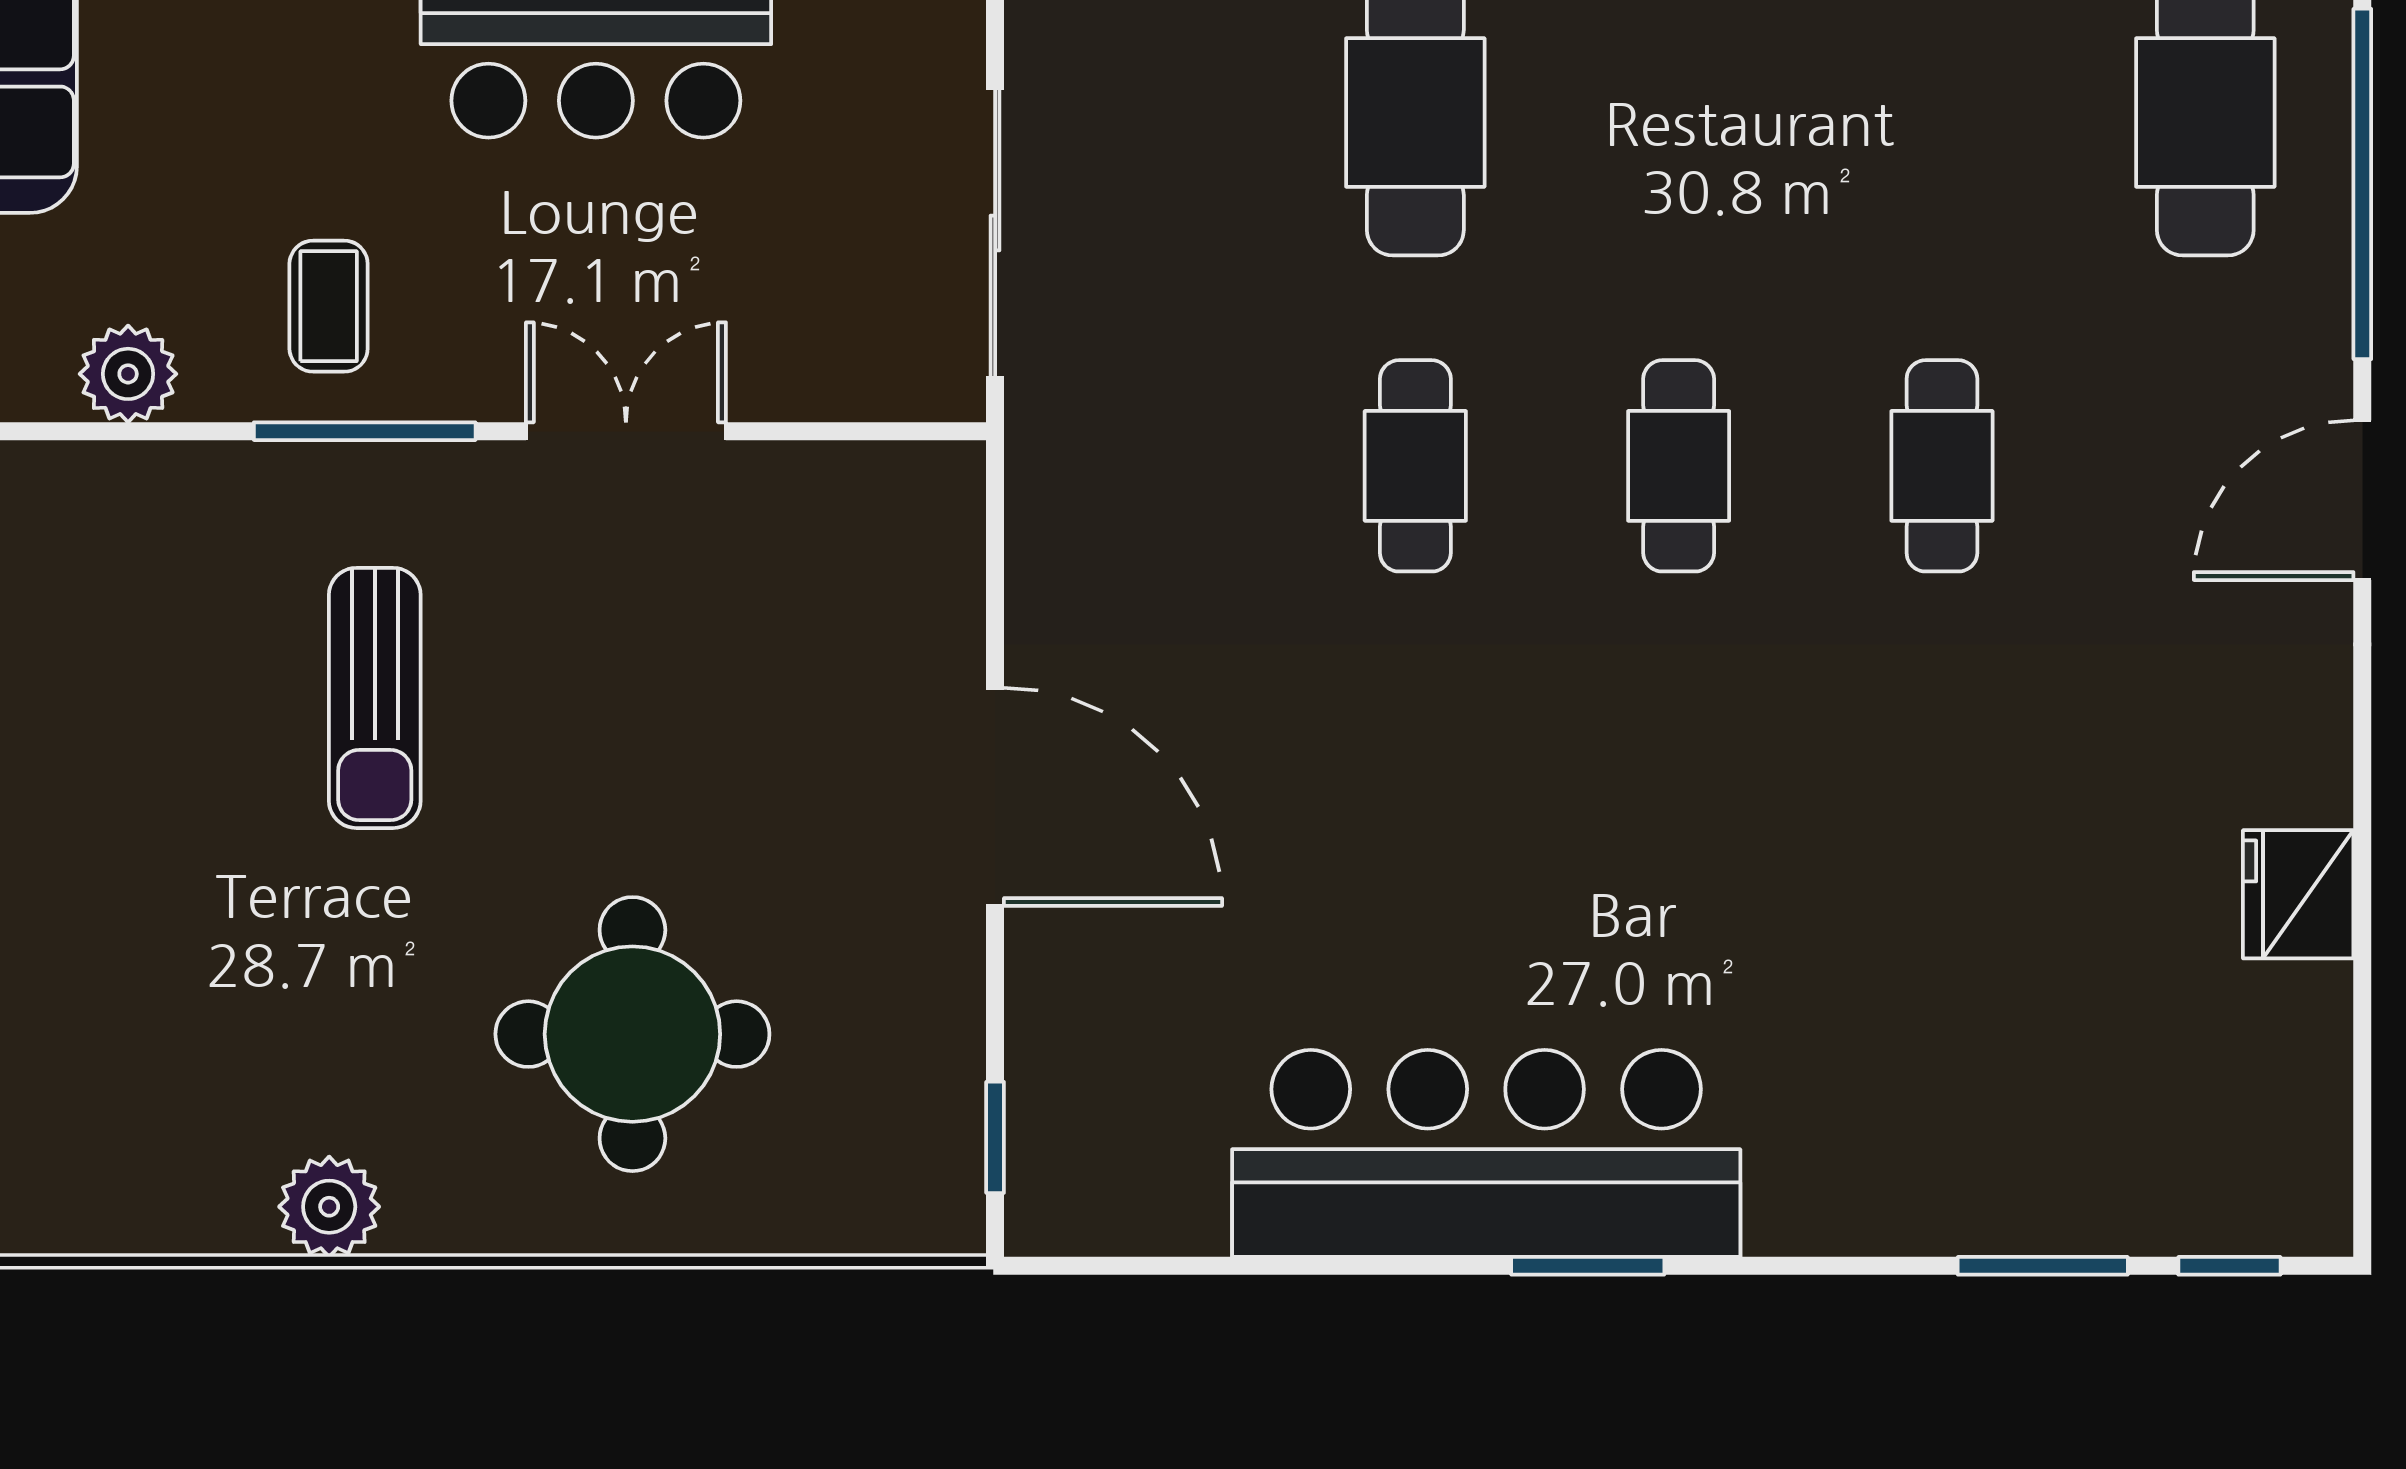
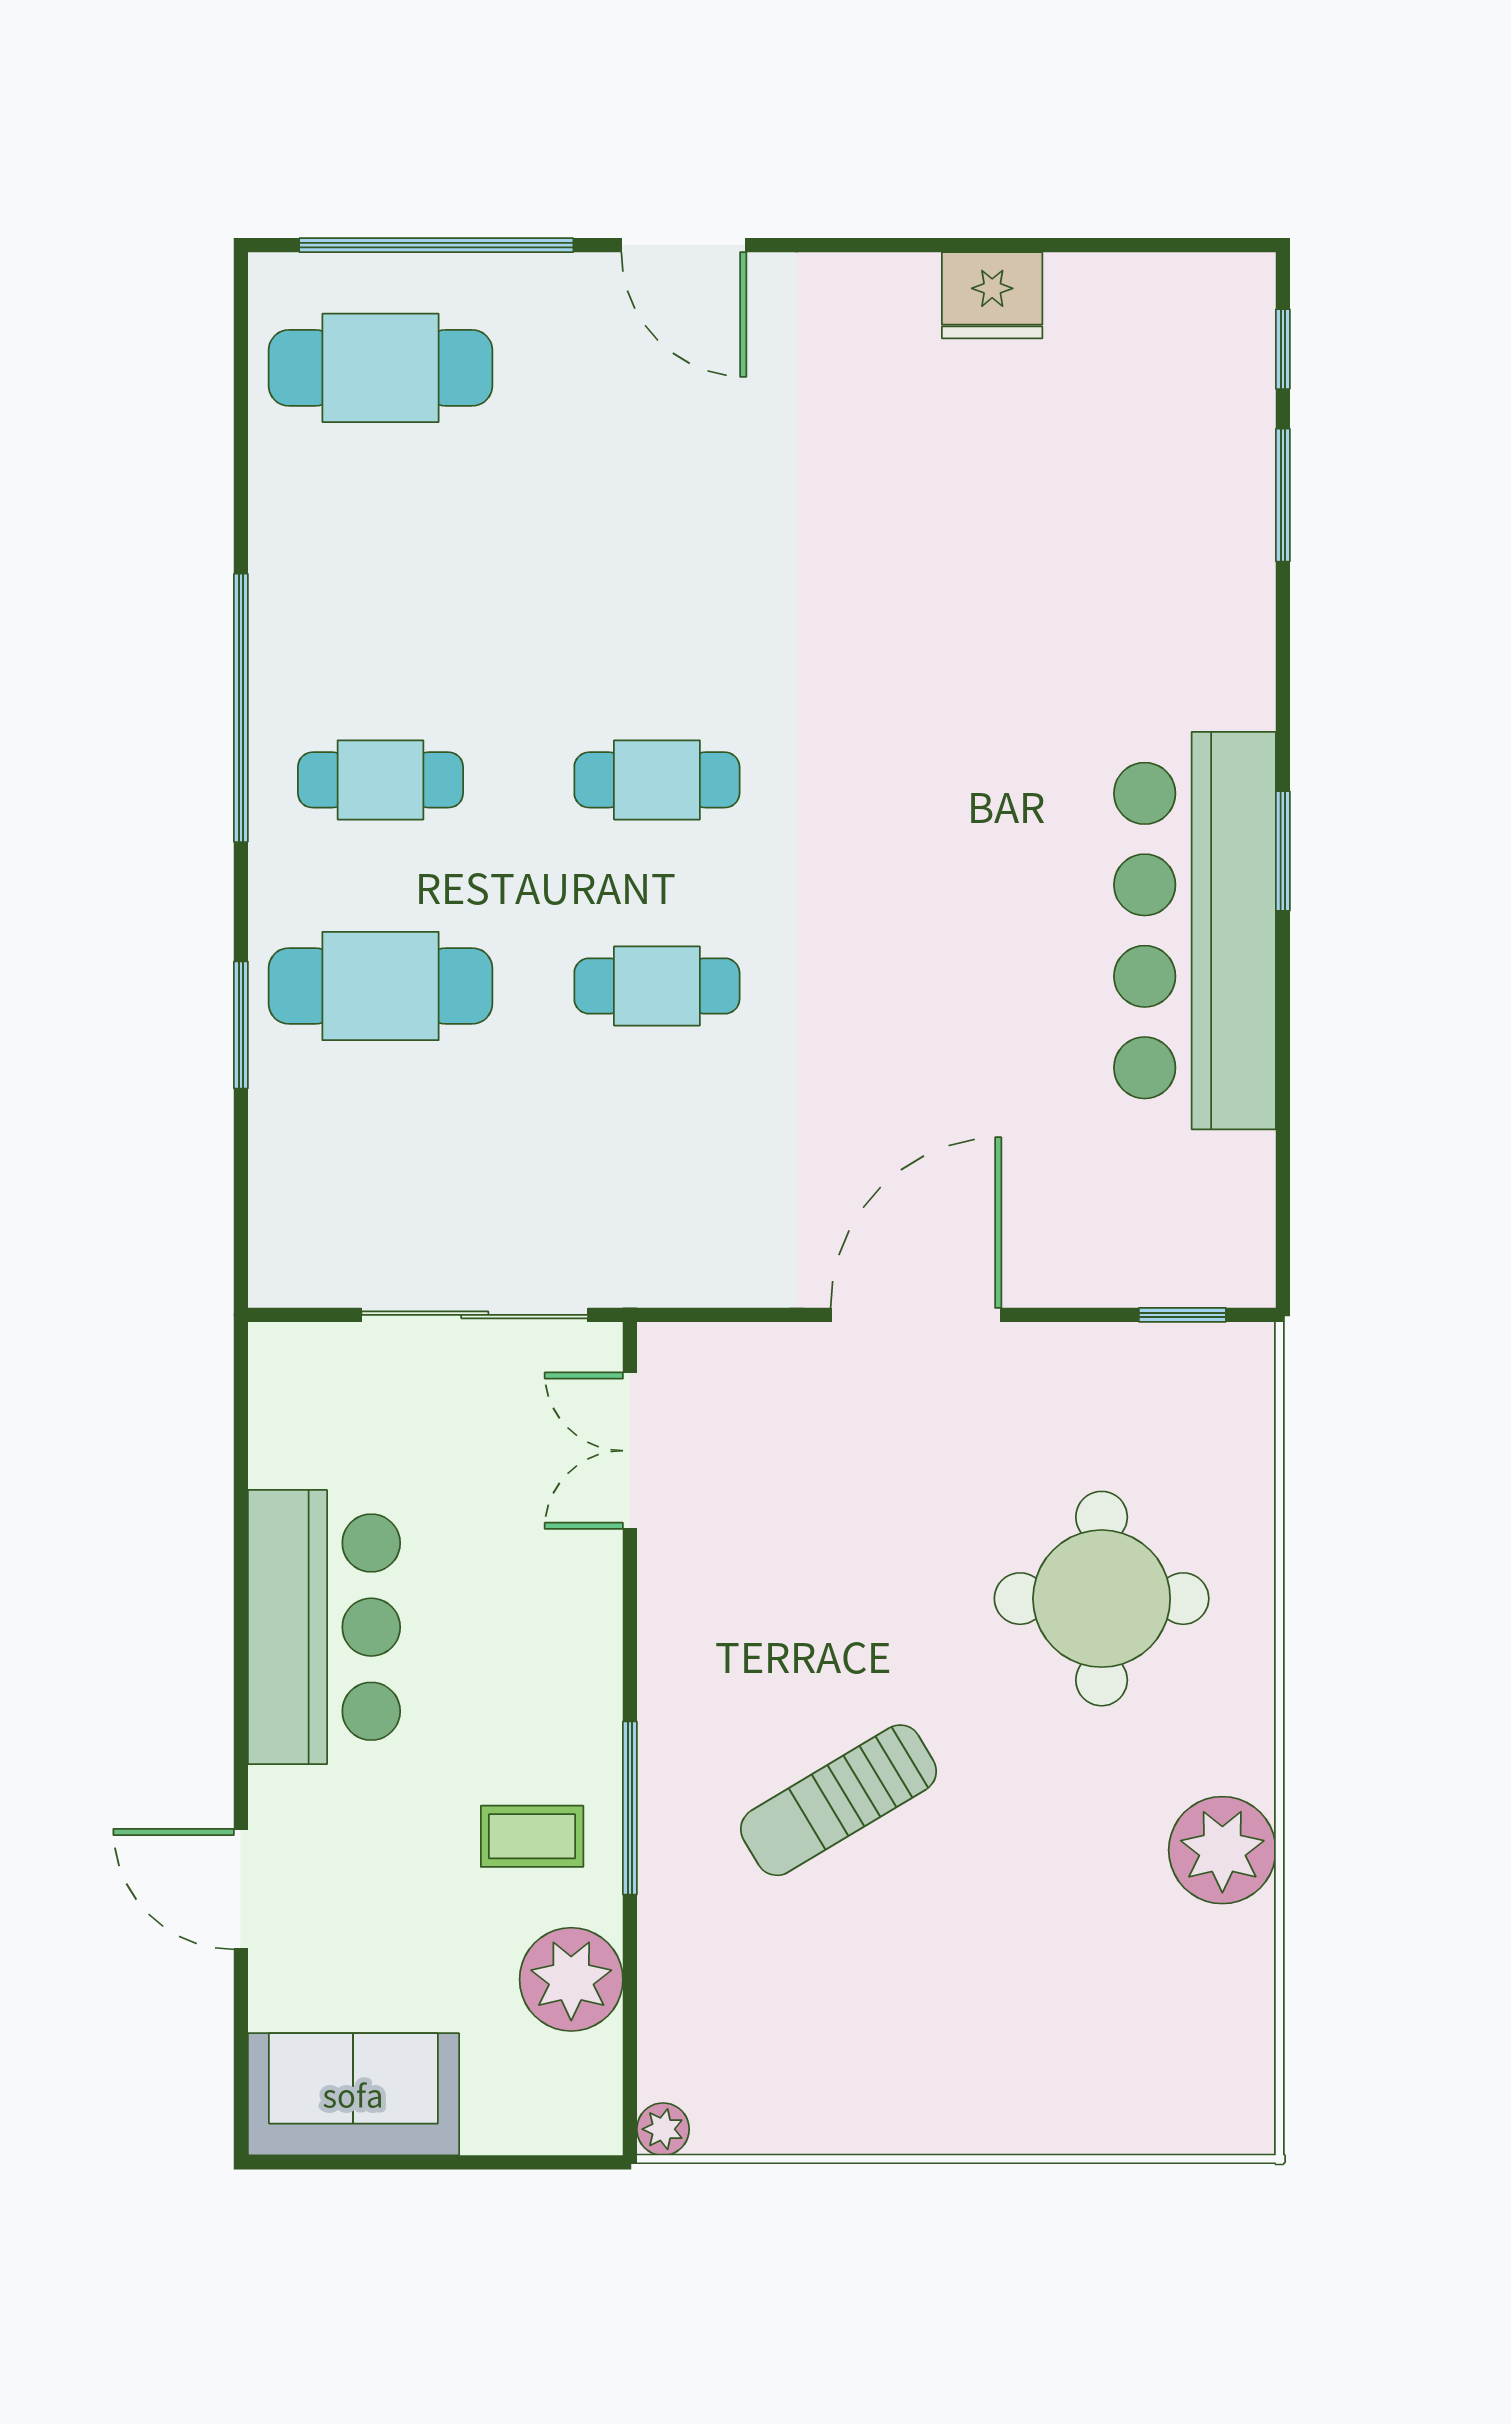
plant: (128, 374) -> (571, 1979), width x1.36, depth x1.36
double door: (626, 431) -> (630, 1451), moved
cafe table: (1942, 466) -> (380, 780), moved
sun lounger: (375, 698) -> (838, 1800), turned 149
plant: (329, 1207) -> (1222, 1850), width x1.36, depth x1.36

